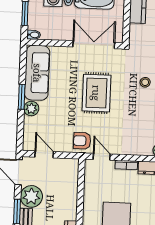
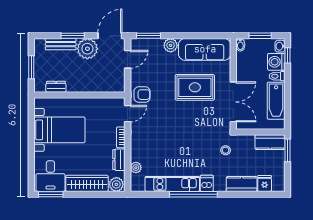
stool: (145, 82) -> (226, 150), moved
rug: (96, 93) -> (195, 87), moved
window: (22, 97) -> (148, 36), moved
armchair: (82, 141) -> (142, 95), turned 90

